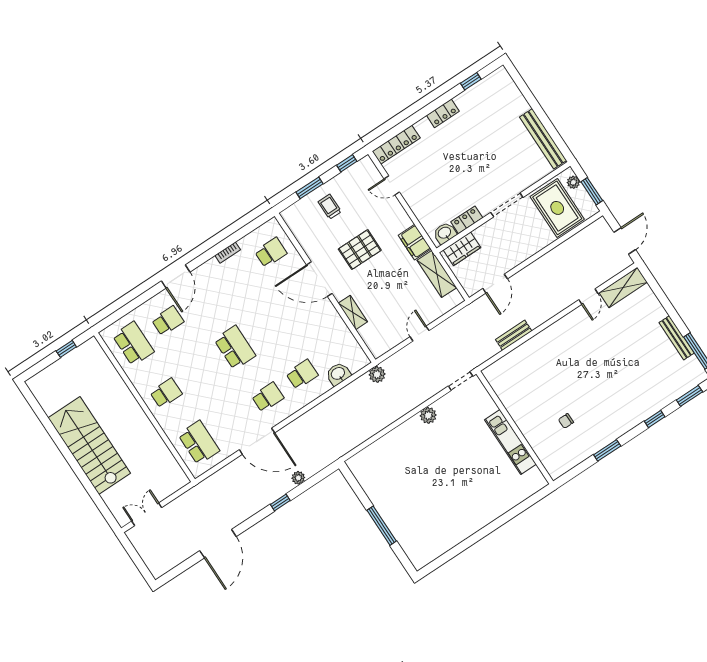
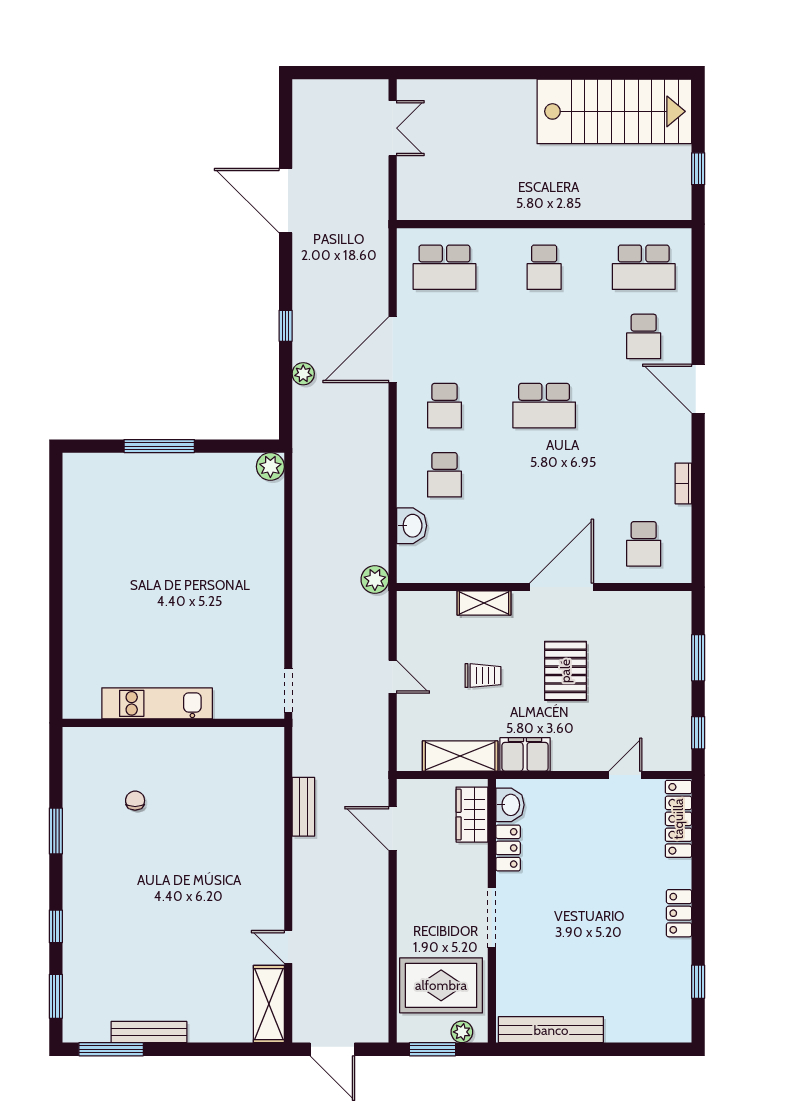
trolley: (330, 207) -> (483, 676), moved
plant: (428, 415) -> (270, 467), moved
stairs: (89, 446) -> (614, 111), moved

